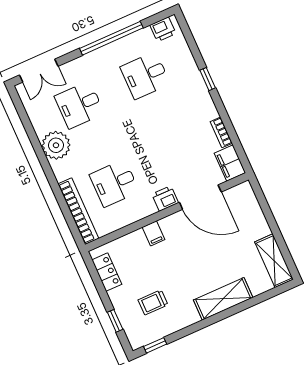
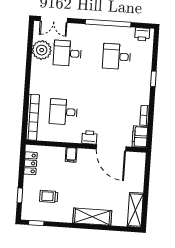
plant: (56, 145) -> (42, 50), moved

